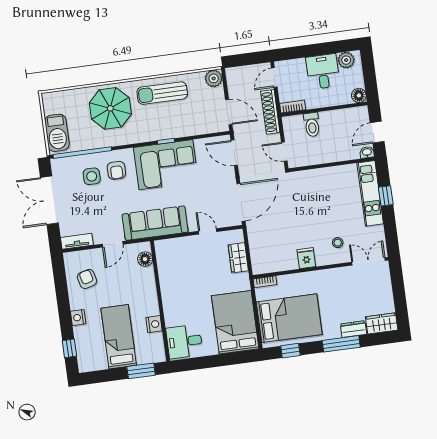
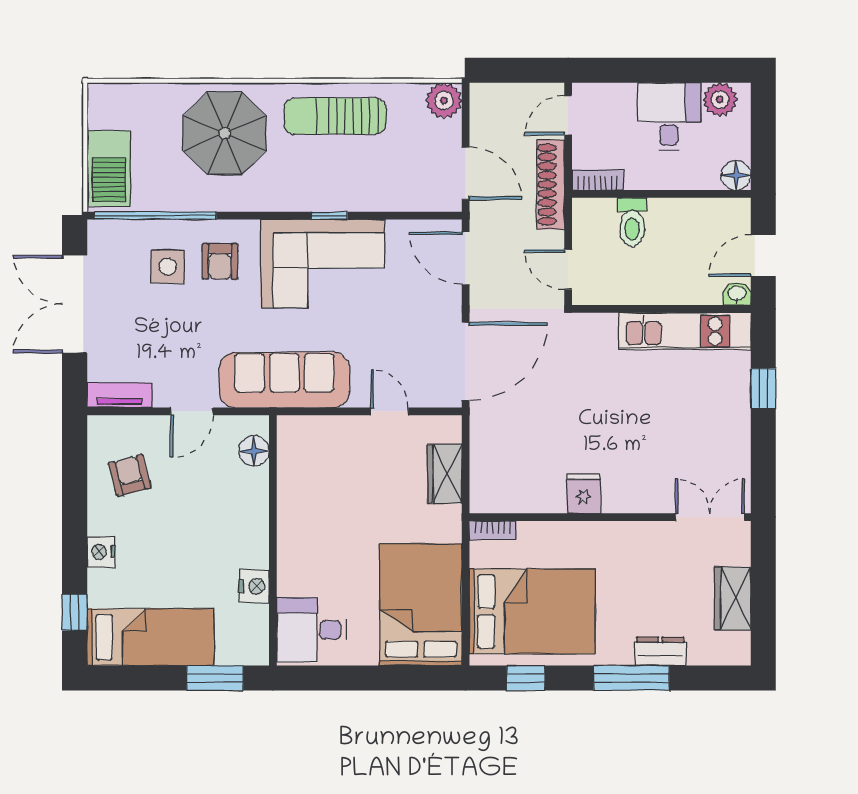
kitchen unit: (370, 193) -> (685, 331), moved, turned -90
stool: (338, 243) -> (652, 470), removed
wardrobe: (382, 323) -> (733, 598), moved, turned -90
bed: (119, 337) -> (150, 637), moved, turned 90

